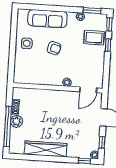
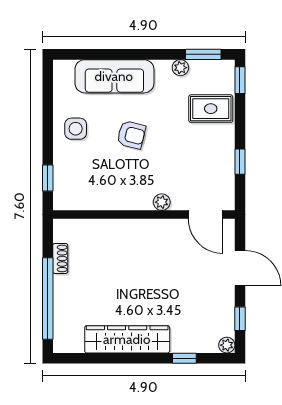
window: (108, 45) -> (240, 162), moved
window: (11, 67) -> (48, 178), added
door: (88, 90) -> (206, 215), hinge flipped
plant: (17, 121) -> (65, 287), removed
window: (84, 161) -> (184, 358), moved

